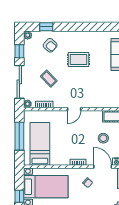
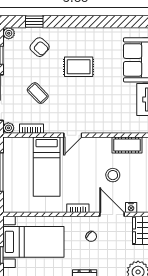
bed: (40, 144) -> (47, 167), moved, turned 180

